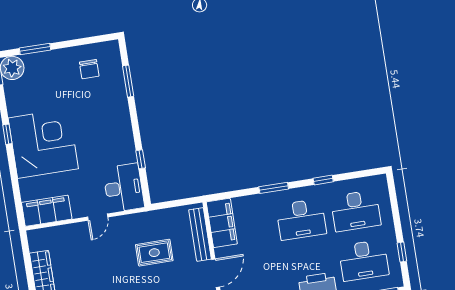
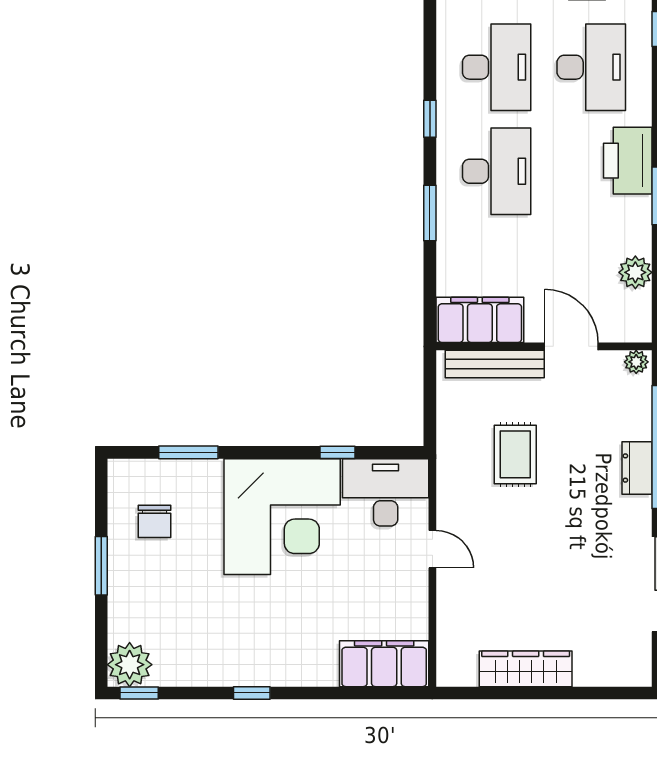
window: (35, 49) -> (101, 566), moved
chair: (89, 69) -> (154, 521), turned 90
corner desk: (43, 143) -> (282, 517), moved, turned 180
filing cabinet: (47, 211) -> (384, 664), moved, turned 90

